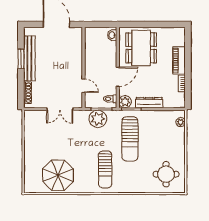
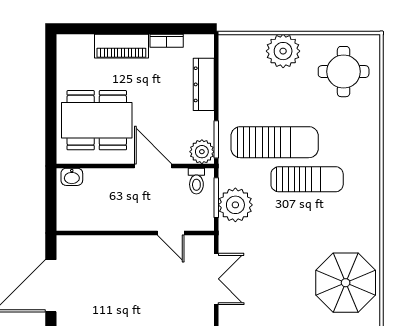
door: (83, 86) -> (171, 233), swing flipped
dresser: (149, 103) -> (204, 84), moved
plant: (181, 122) -> (283, 51), moved, width x1.88, depth x1.88
sun lounger: (105, 169) -> (307, 179), moved

